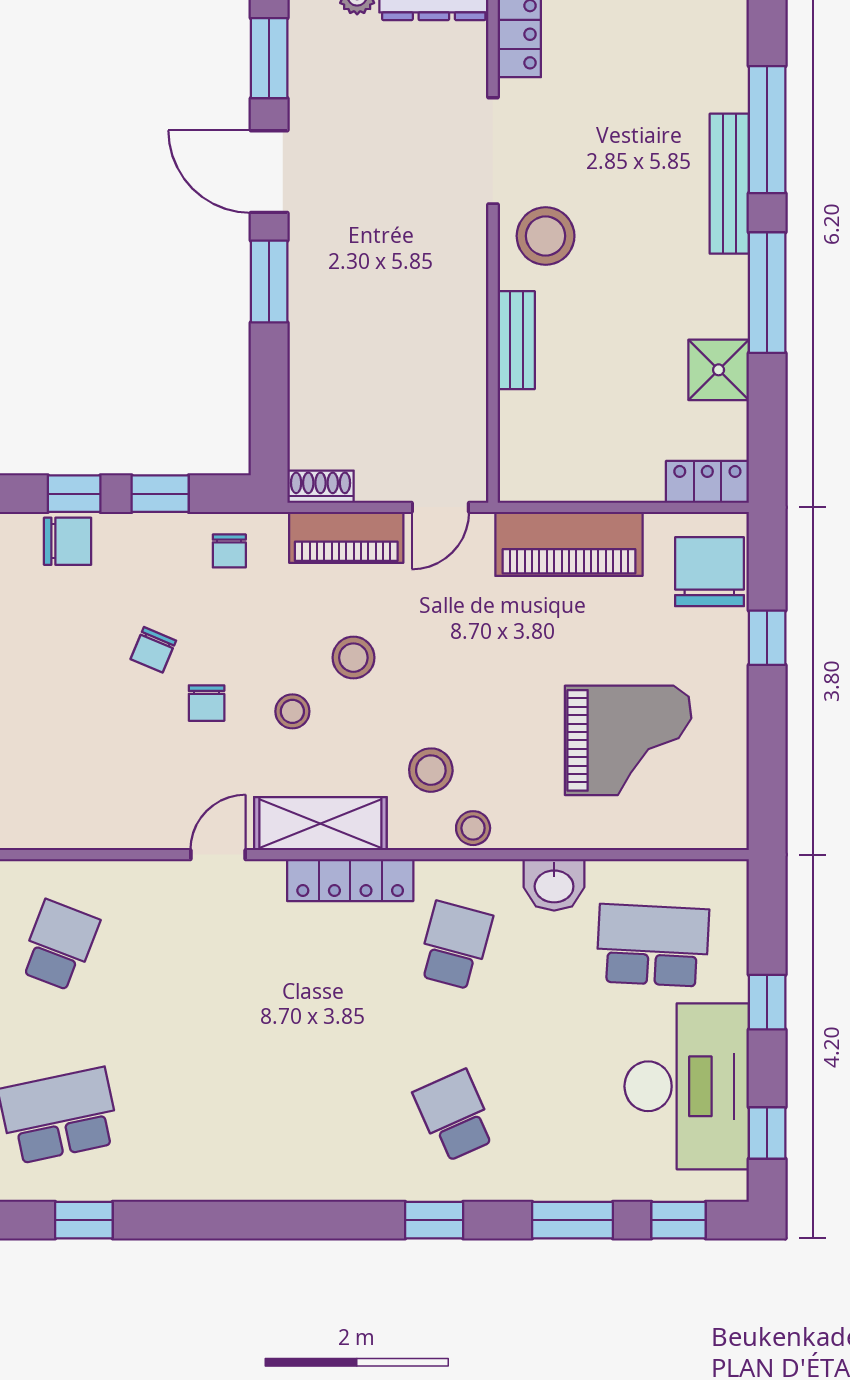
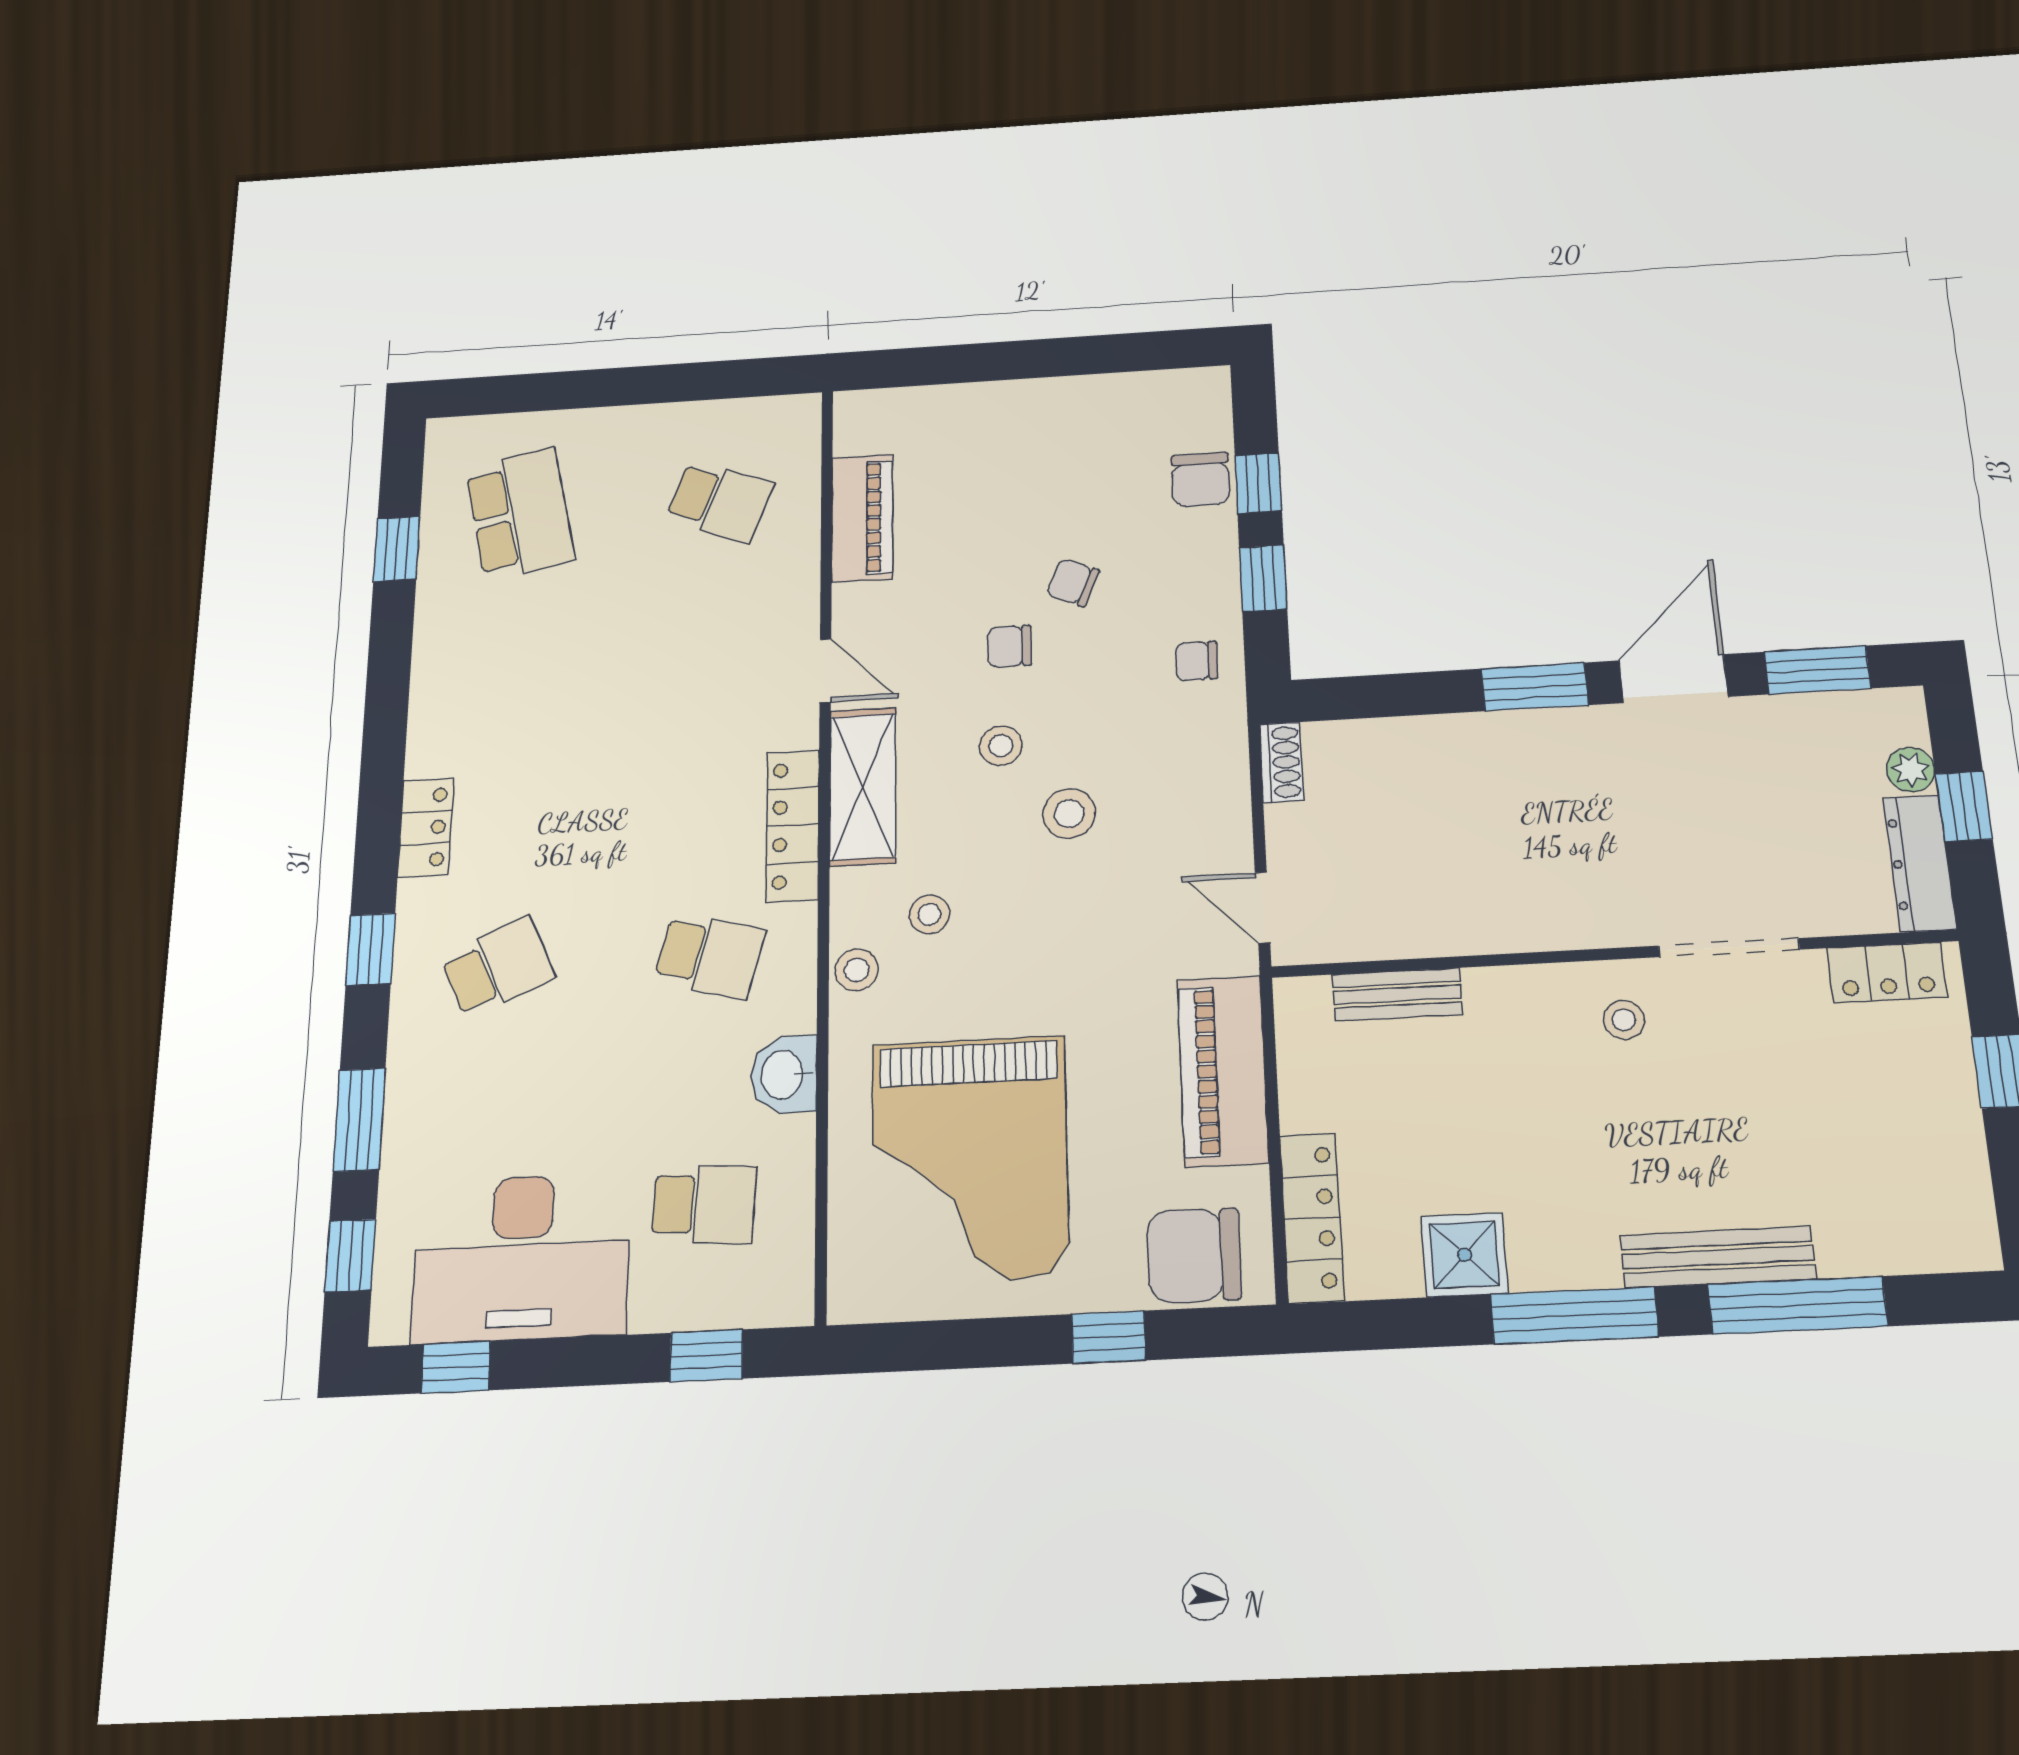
stool: (546, 236) -> (1624, 1020), width x0.53, depth x0.53
bench: (516, 340) -> (1397, 995), moved
locker: (707, 482) -> (1312, 1218), width x1.53
piano: (346, 537) -> (862, 518), moved, turned 180
chair: (709, 572) -> (1194, 1255), turned 180
grand piano: (628, 740) -> (970, 1159), width x1.37, depth x1.48
stool: (431, 770) -> (930, 914), width x0.73, depth x0.73
school desk: (653, 945) -> (704, 1204), width x0.54
window: (767, 1002) -> (706, 1356), moved
locker: (334, 1181) -> (426, 828), added

